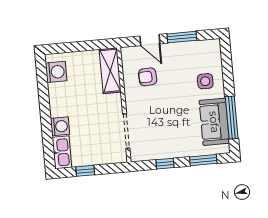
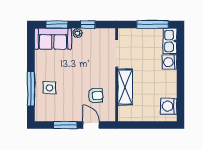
shelving: (110, 71) -> (125, 87), moved
window: (232, 117) -> (31, 89), moved
sofa: (214, 122) -> (53, 39), moved, turned 90
plant: (177, 152) -> (77, 33), added
window: (85, 171) -> (153, 24), width x2.17

